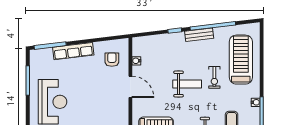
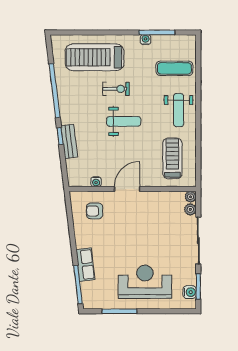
bench: (199, 35) -> (69, 141), moved
row of seats: (73, 51) -> (85, 265), width x0.68
weight bench: (187, 84) -> (124, 121), turned 90

